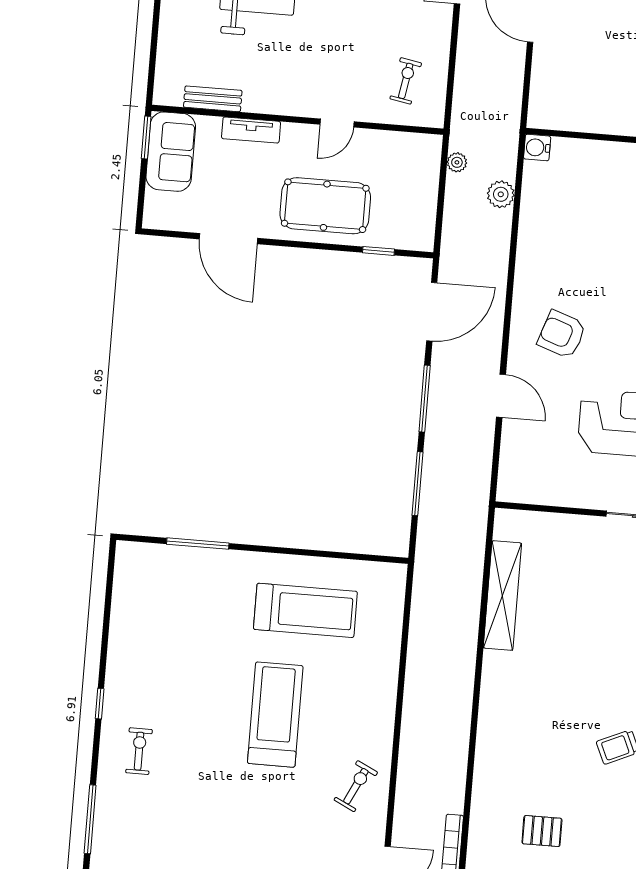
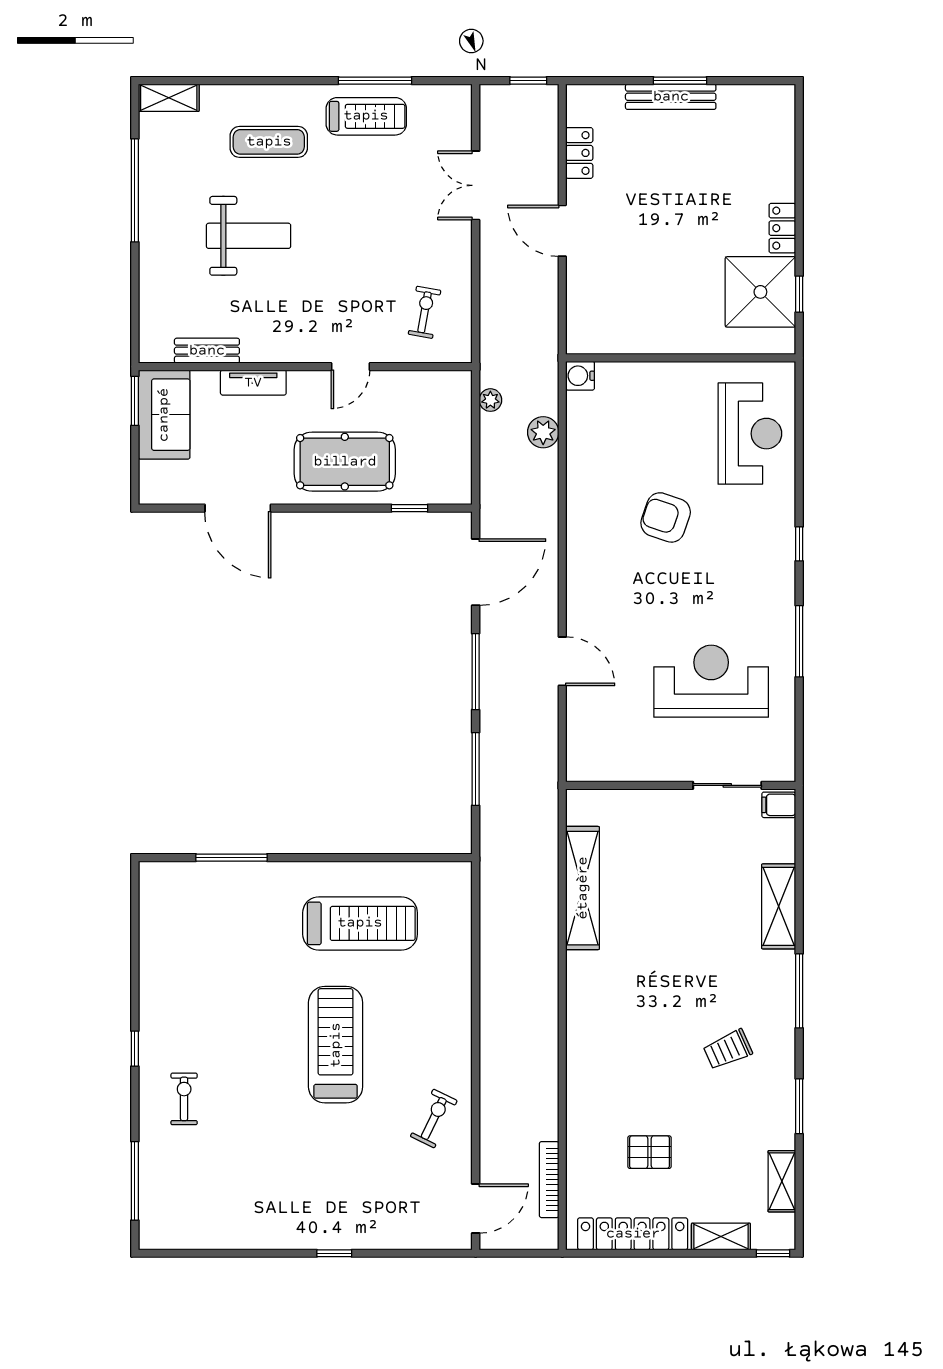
armchair: (562, 334) -> (666, 517), moved

